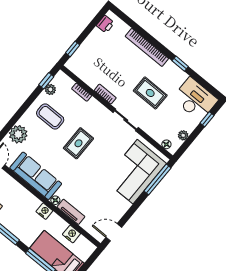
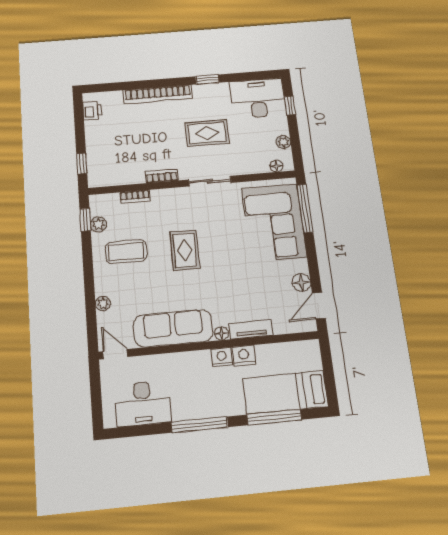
plant: (18, 134) -> (103, 303), width x0.53, depth x0.53
floor lamp: (117, 213) -> (301, 282), added
nightstand: (71, 234) -> (244, 356), moved

